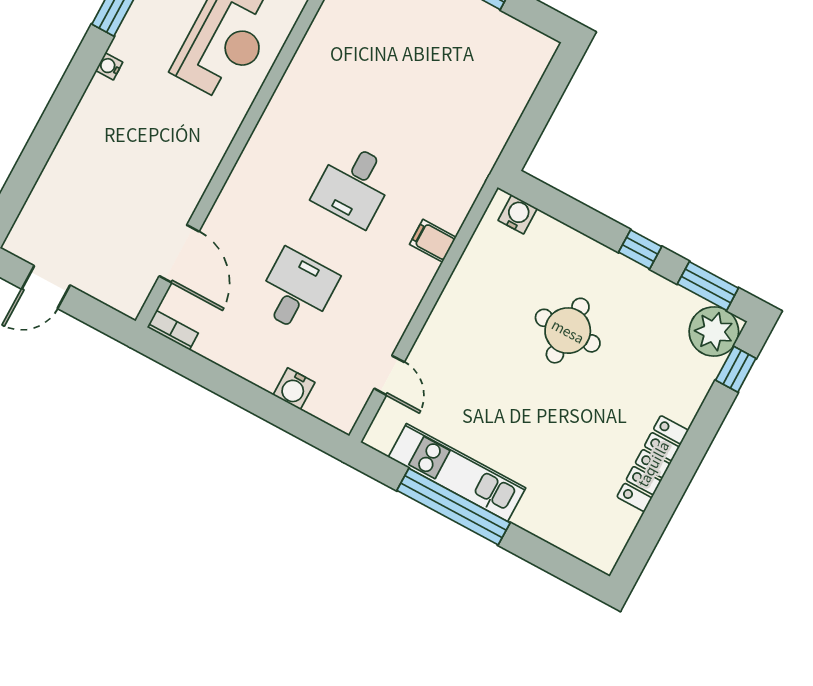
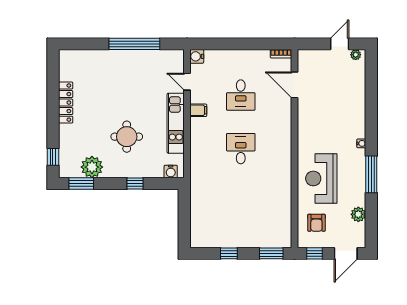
filing cabinet: (433, 241) -> (198, 110), moved
plant: (25, 248) -> (356, 55), added
window: (640, 249) -> (135, 184), moved
plant: (714, 331) -> (92, 167), moved
water cooler: (294, 389) -> (197, 56), moved, turned -90
kitchen unit: (457, 472) -> (176, 123), moved, turned 90

